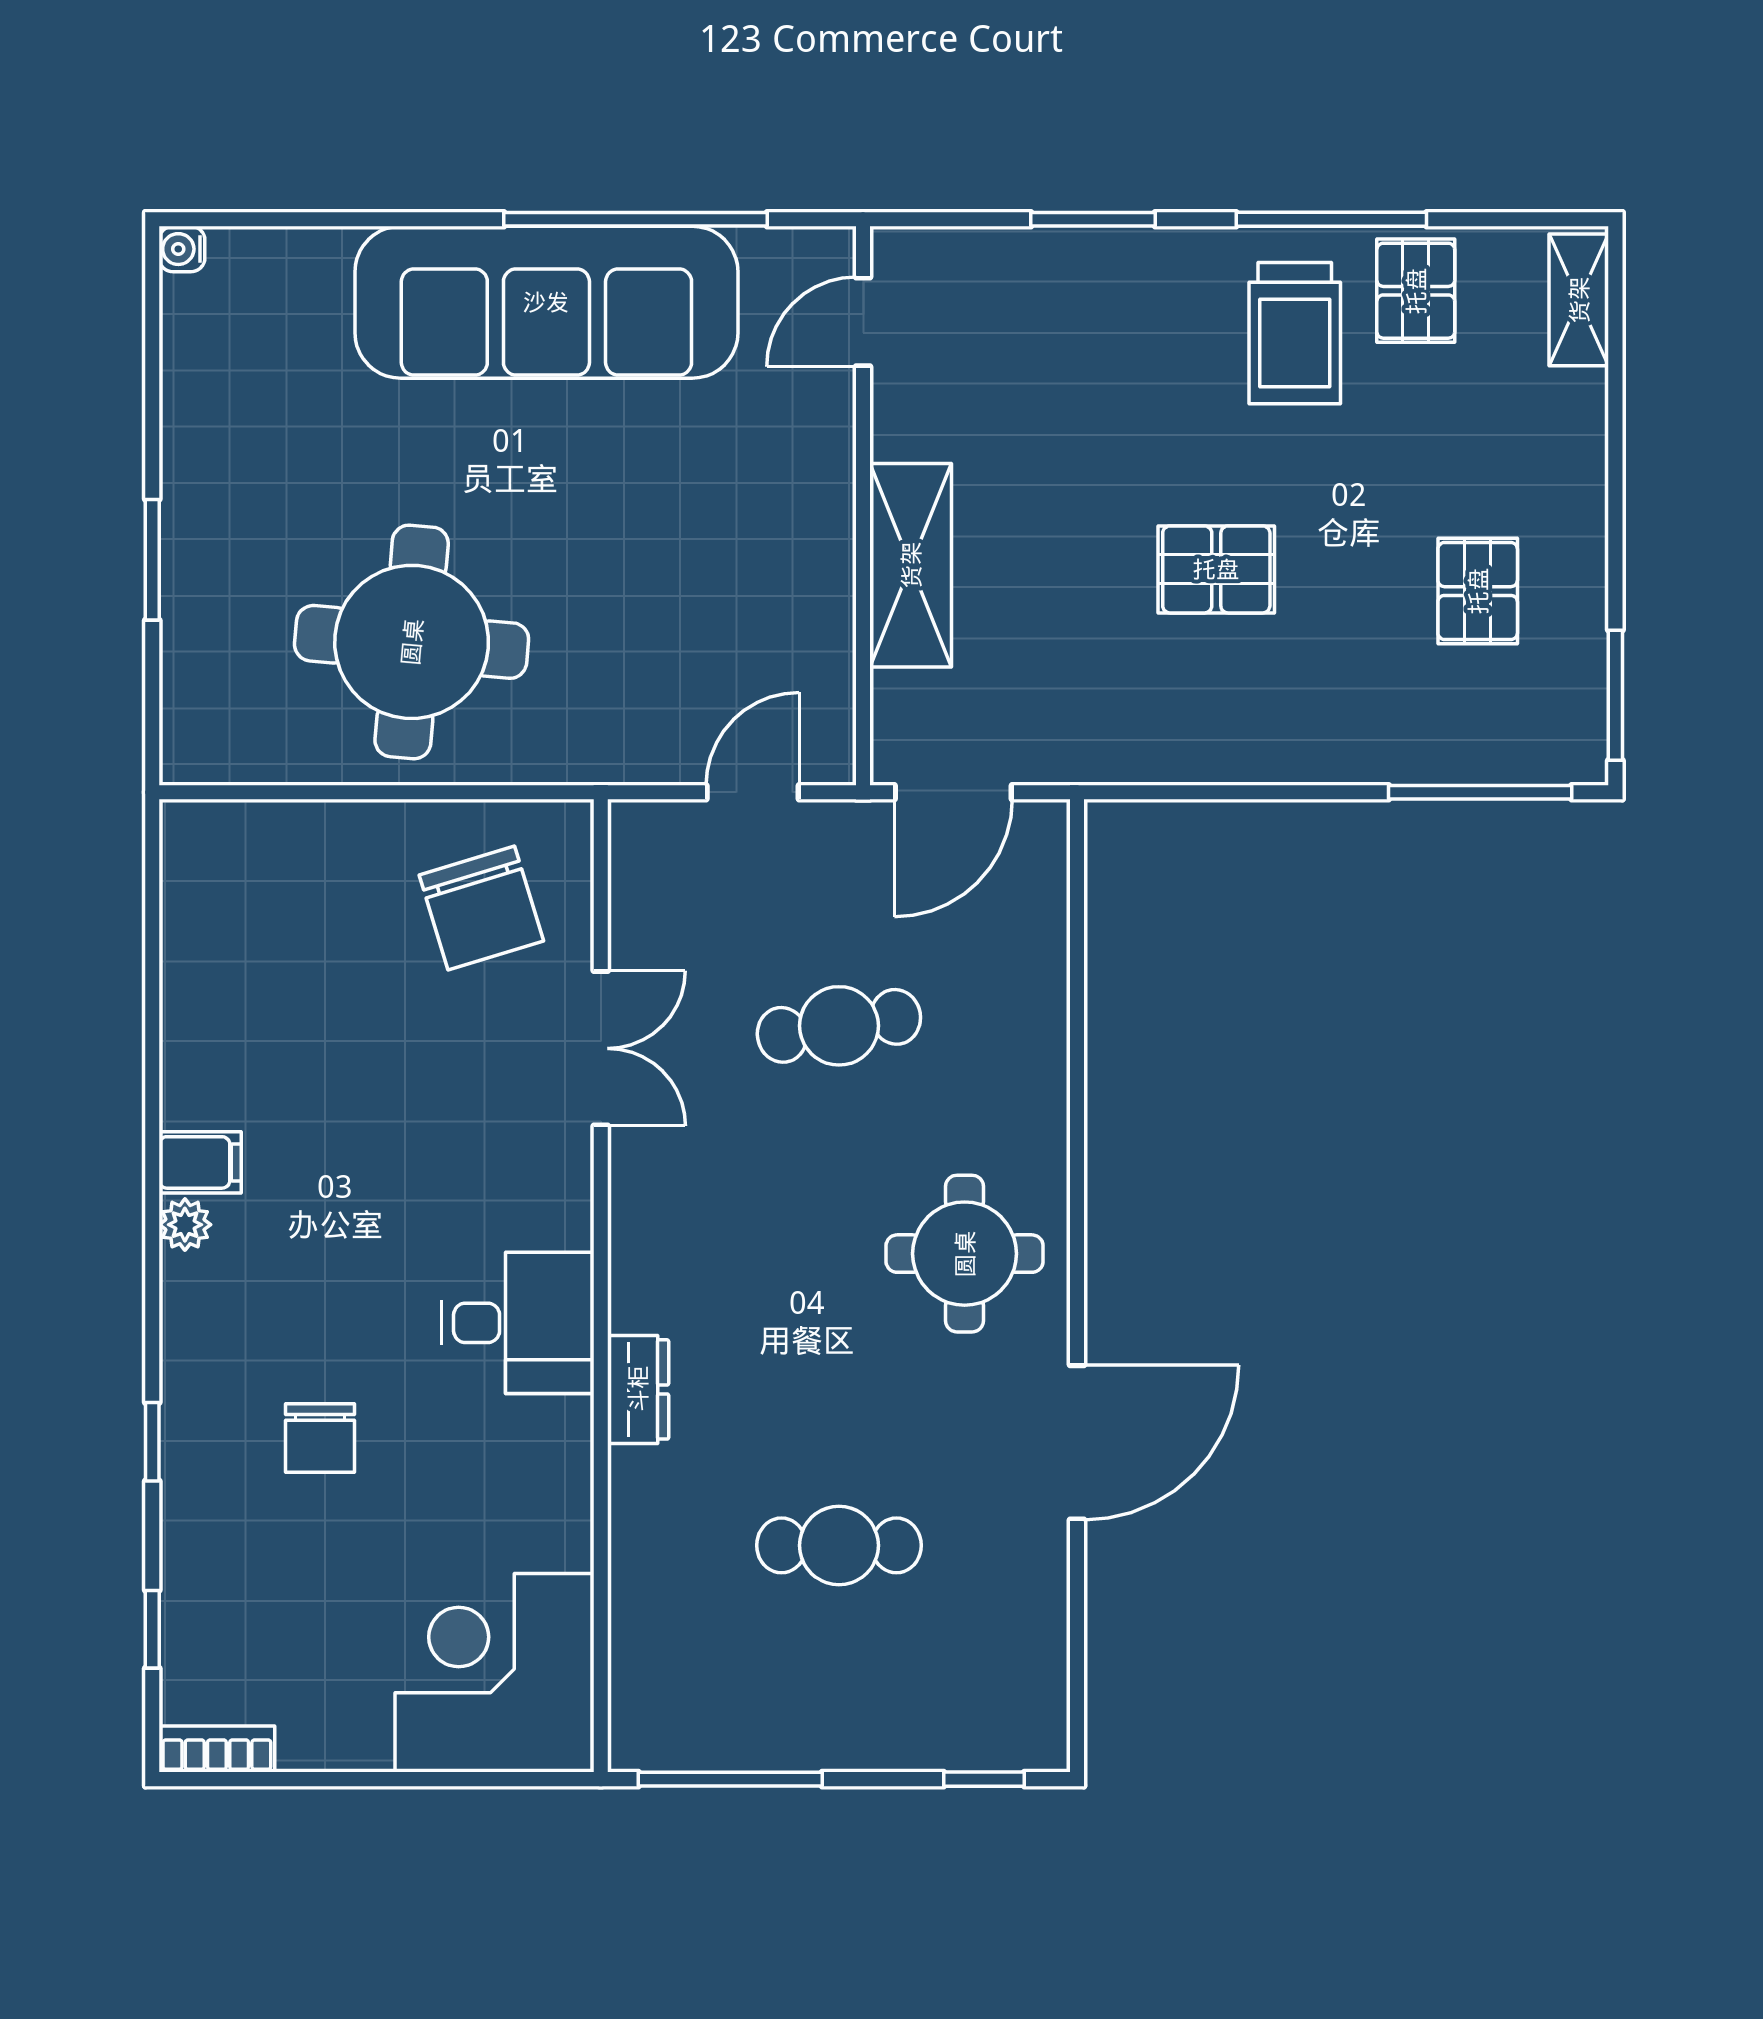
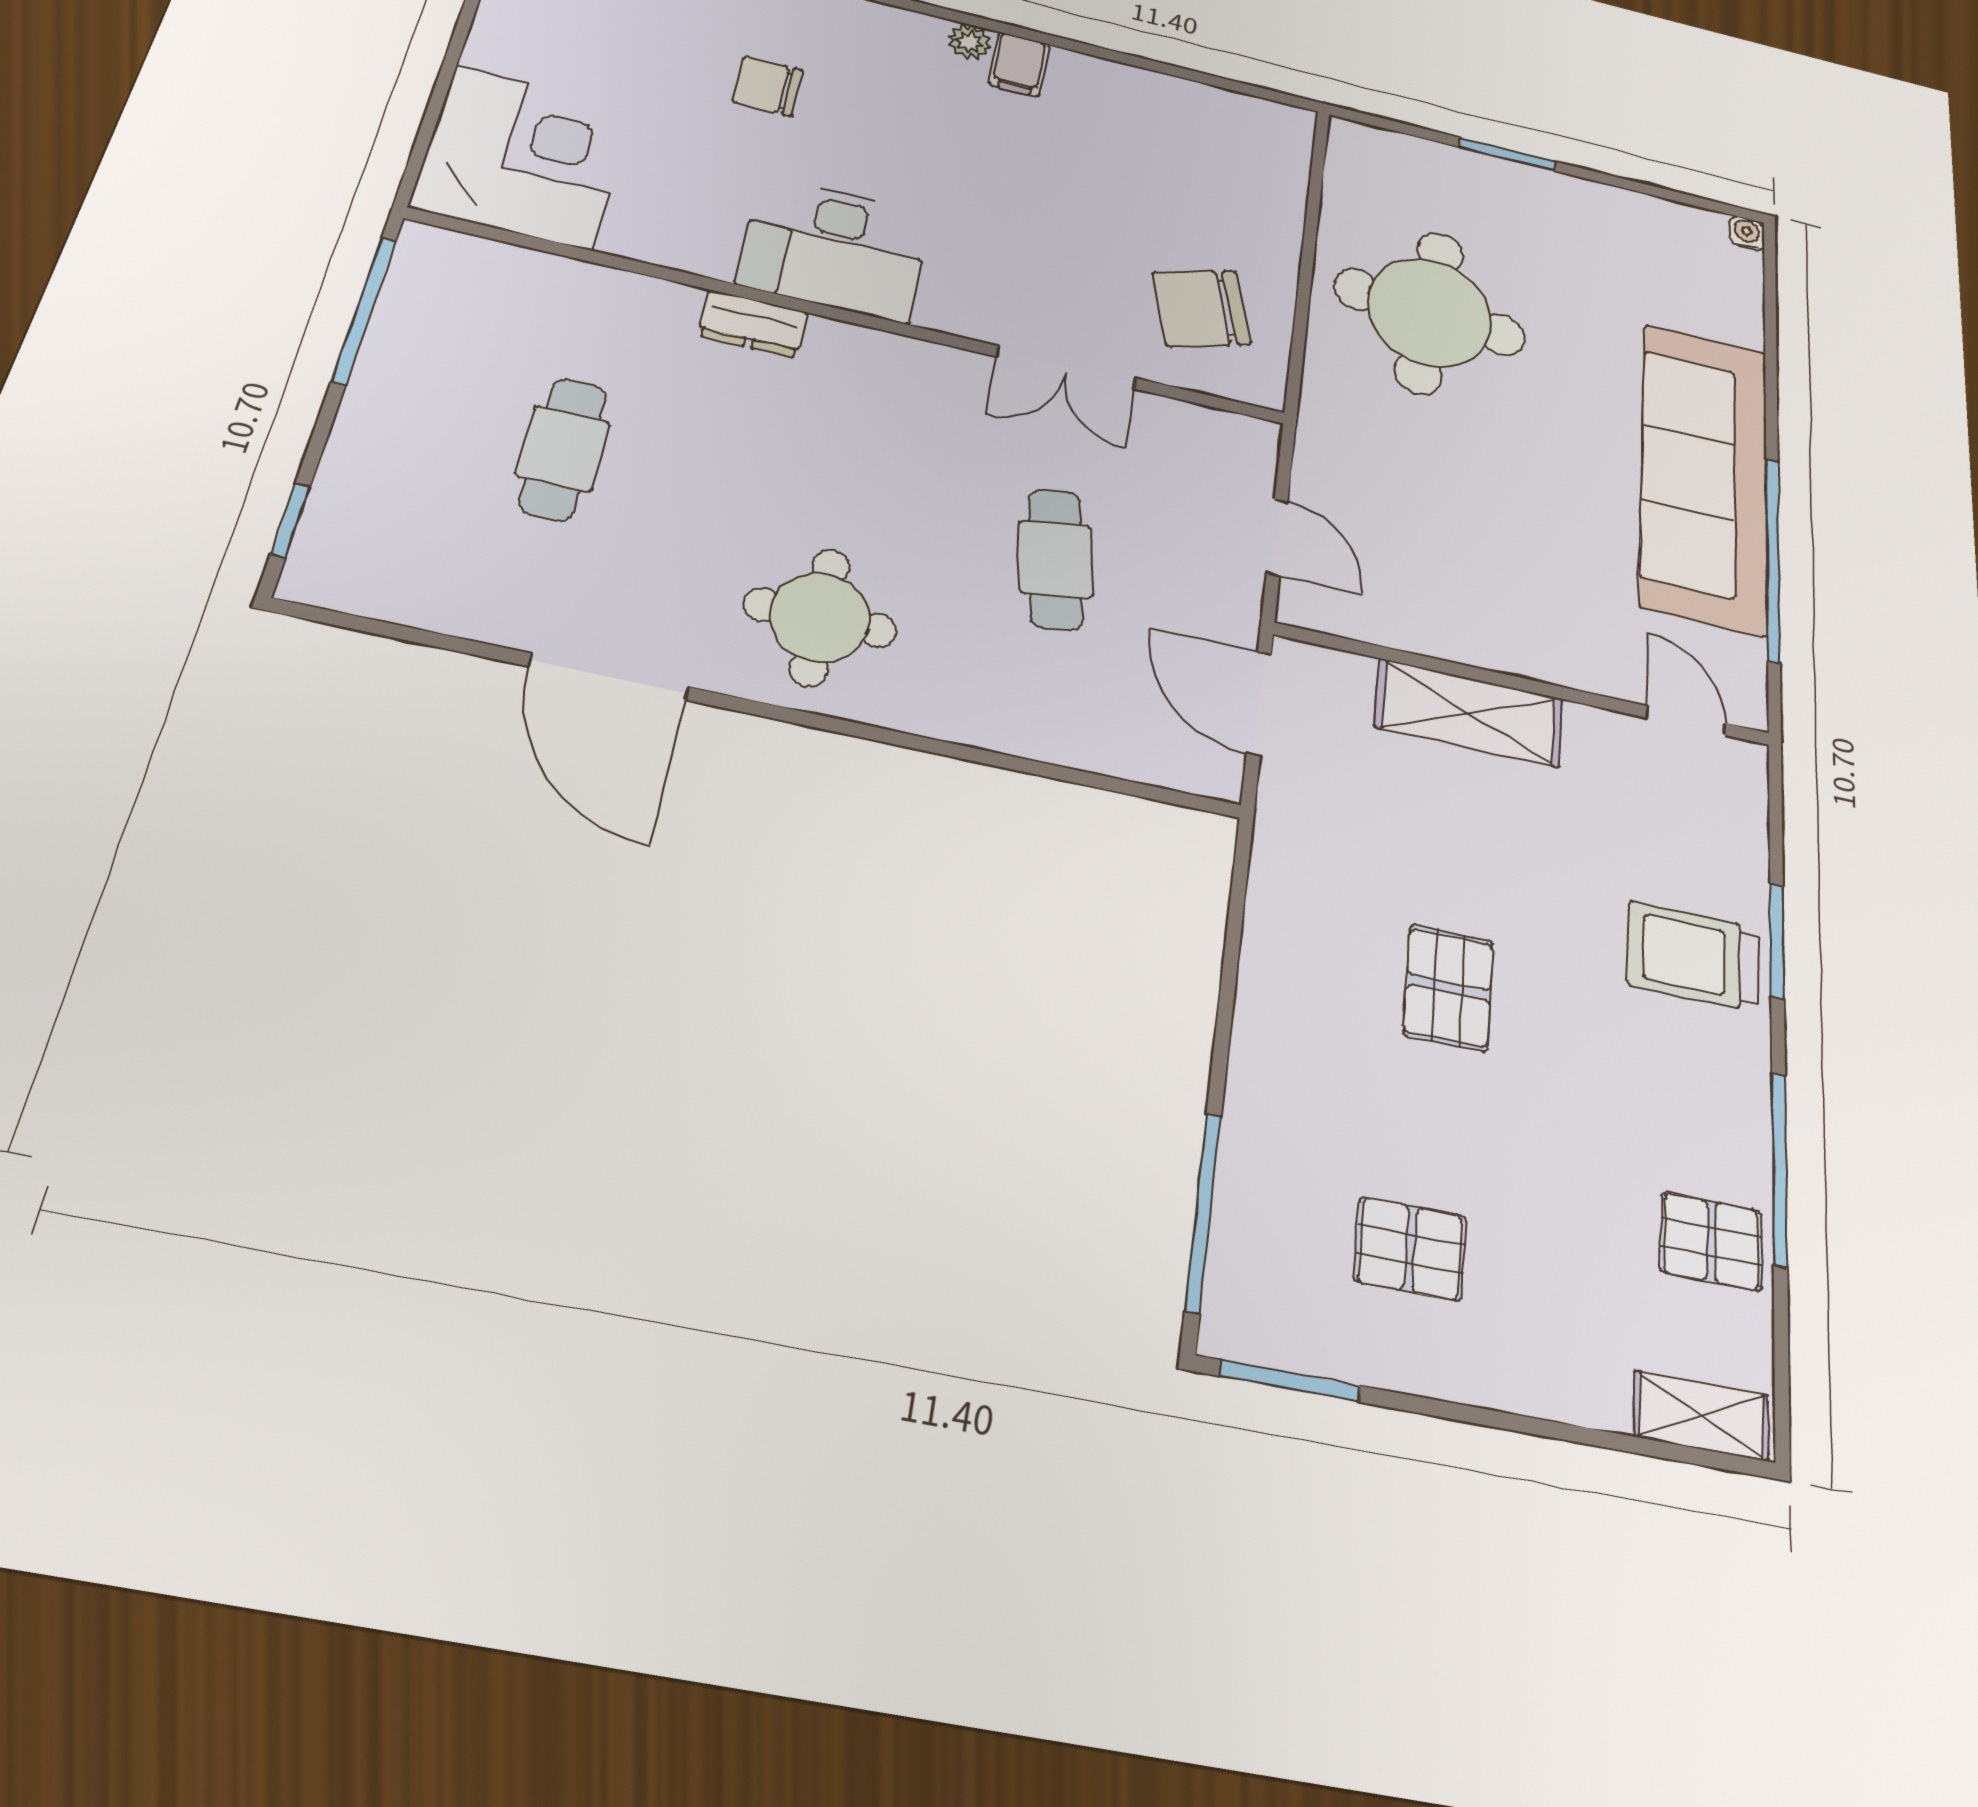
trolley: (1295, 333) -> (1693, 956), moved
desk: (518, 1323) -> (835, 249), width x1.37

